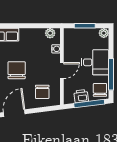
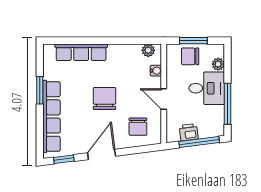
plant: (104, 33) -> (218, 64), moved
door: (62, 71) -> (164, 99), swing flipped
chair: (100, 90) -> (190, 56), moved, turned -90

